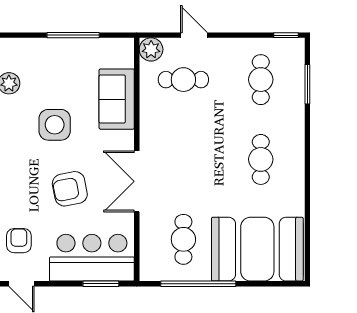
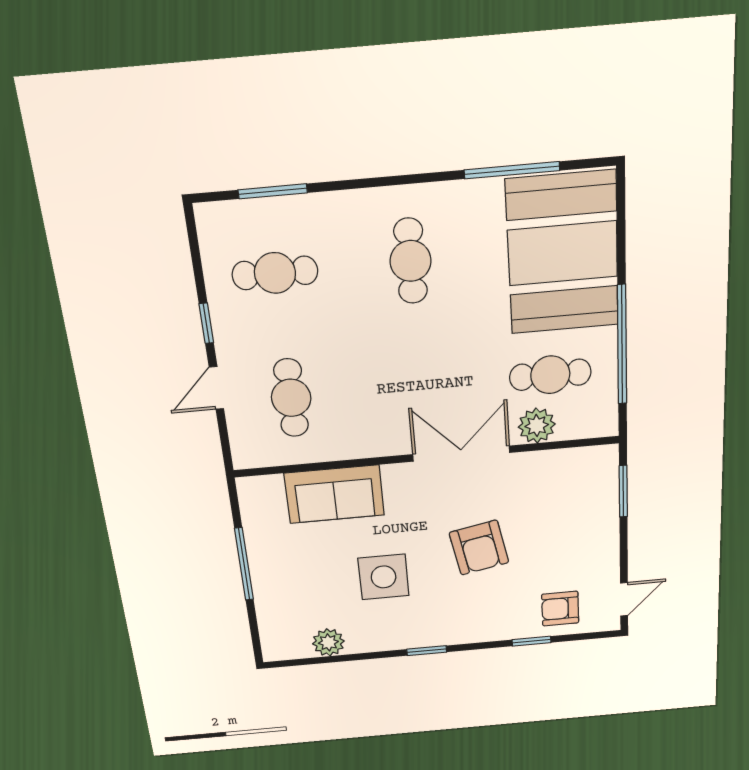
window: (286, 35) -> (206, 323), moved
plant: (151, 49) -> (537, 426), moved
cafe table: (261, 159) -> (411, 261), turned 90
double door: (137, 181) -> (461, 454), swing flipped
window: (307, 221) -> (512, 170), added
bar counter: (92, 258) -> (583, 507), removed

